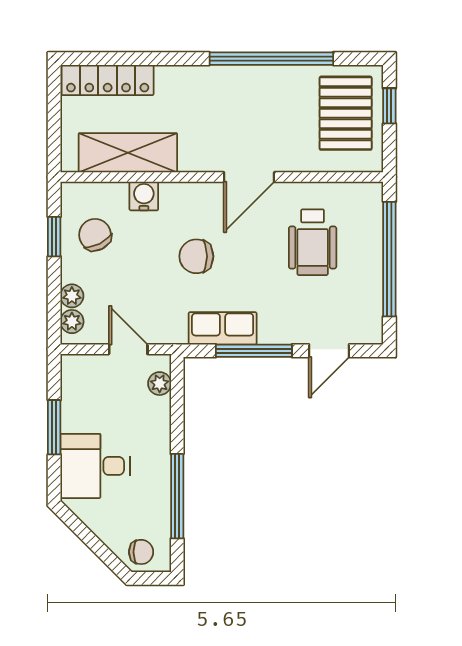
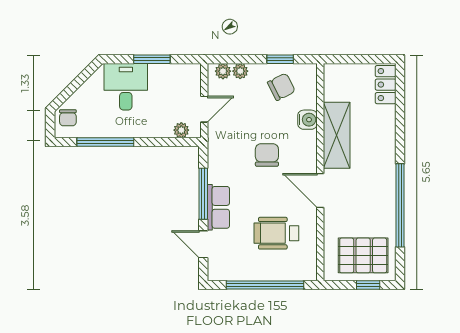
locker: (108, 80) -> (386, 85), width x0.66
shelving: (128, 153) -> (337, 135), moved
row of seats: (223, 328) -> (218, 207), moved

